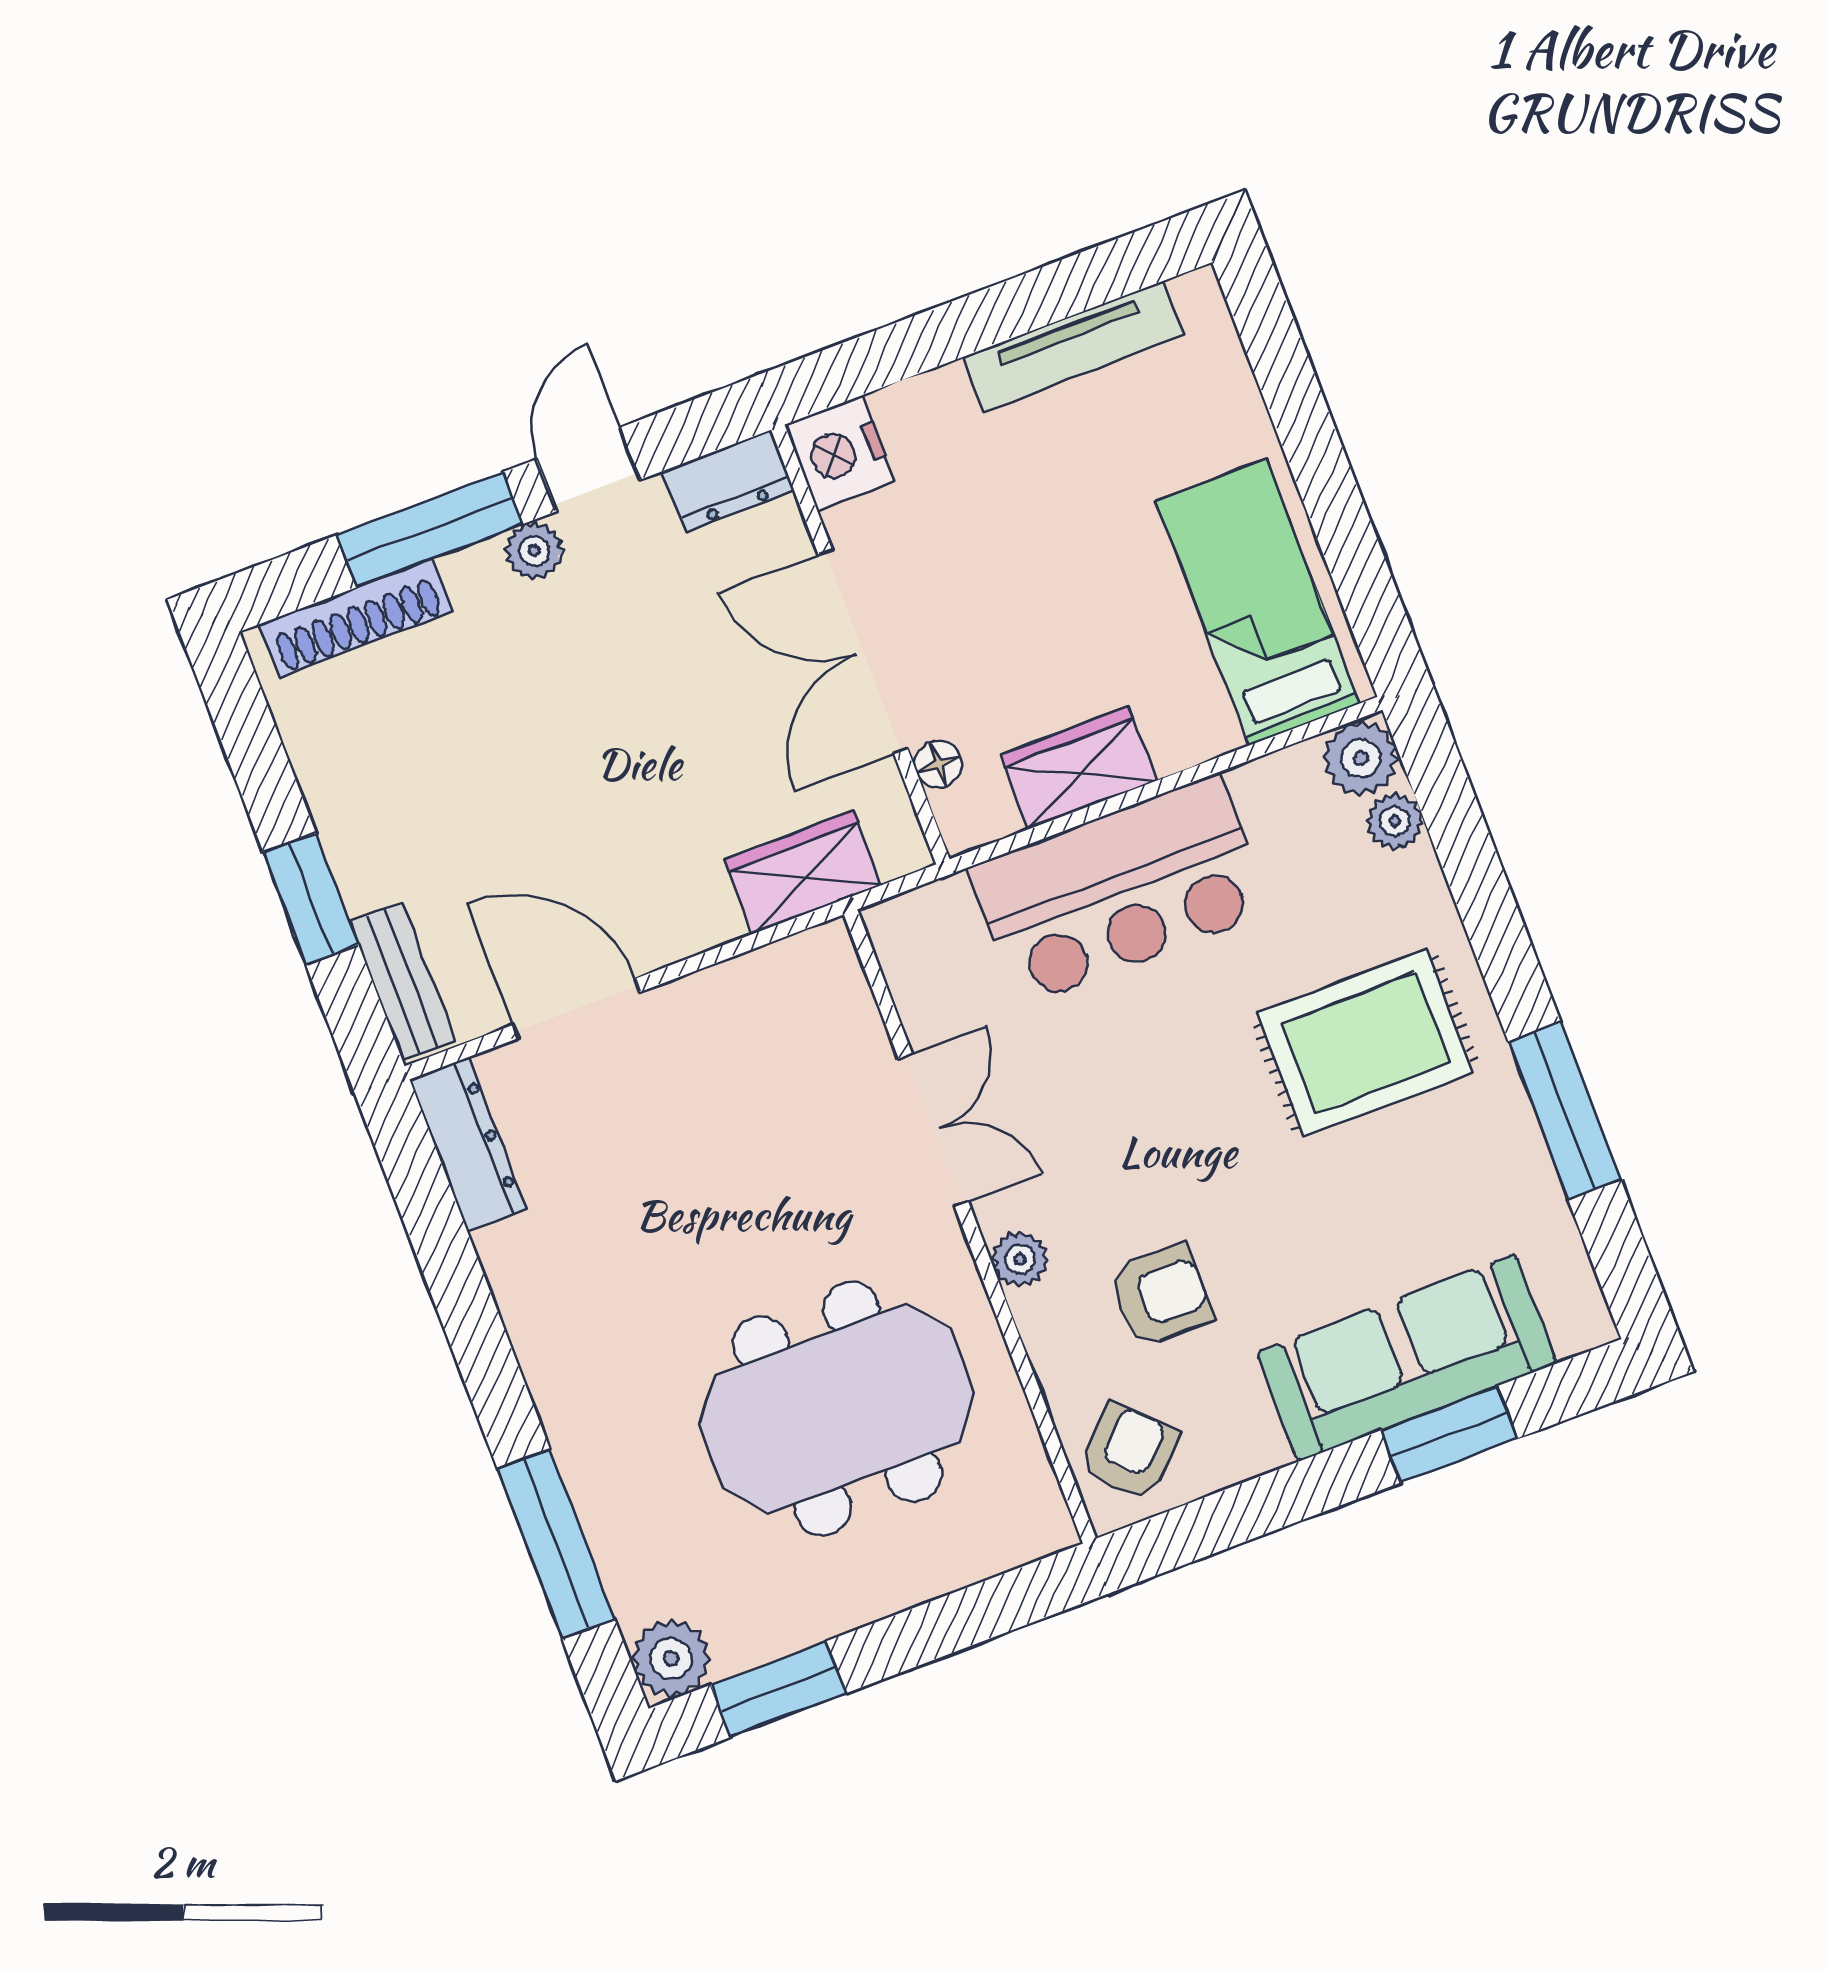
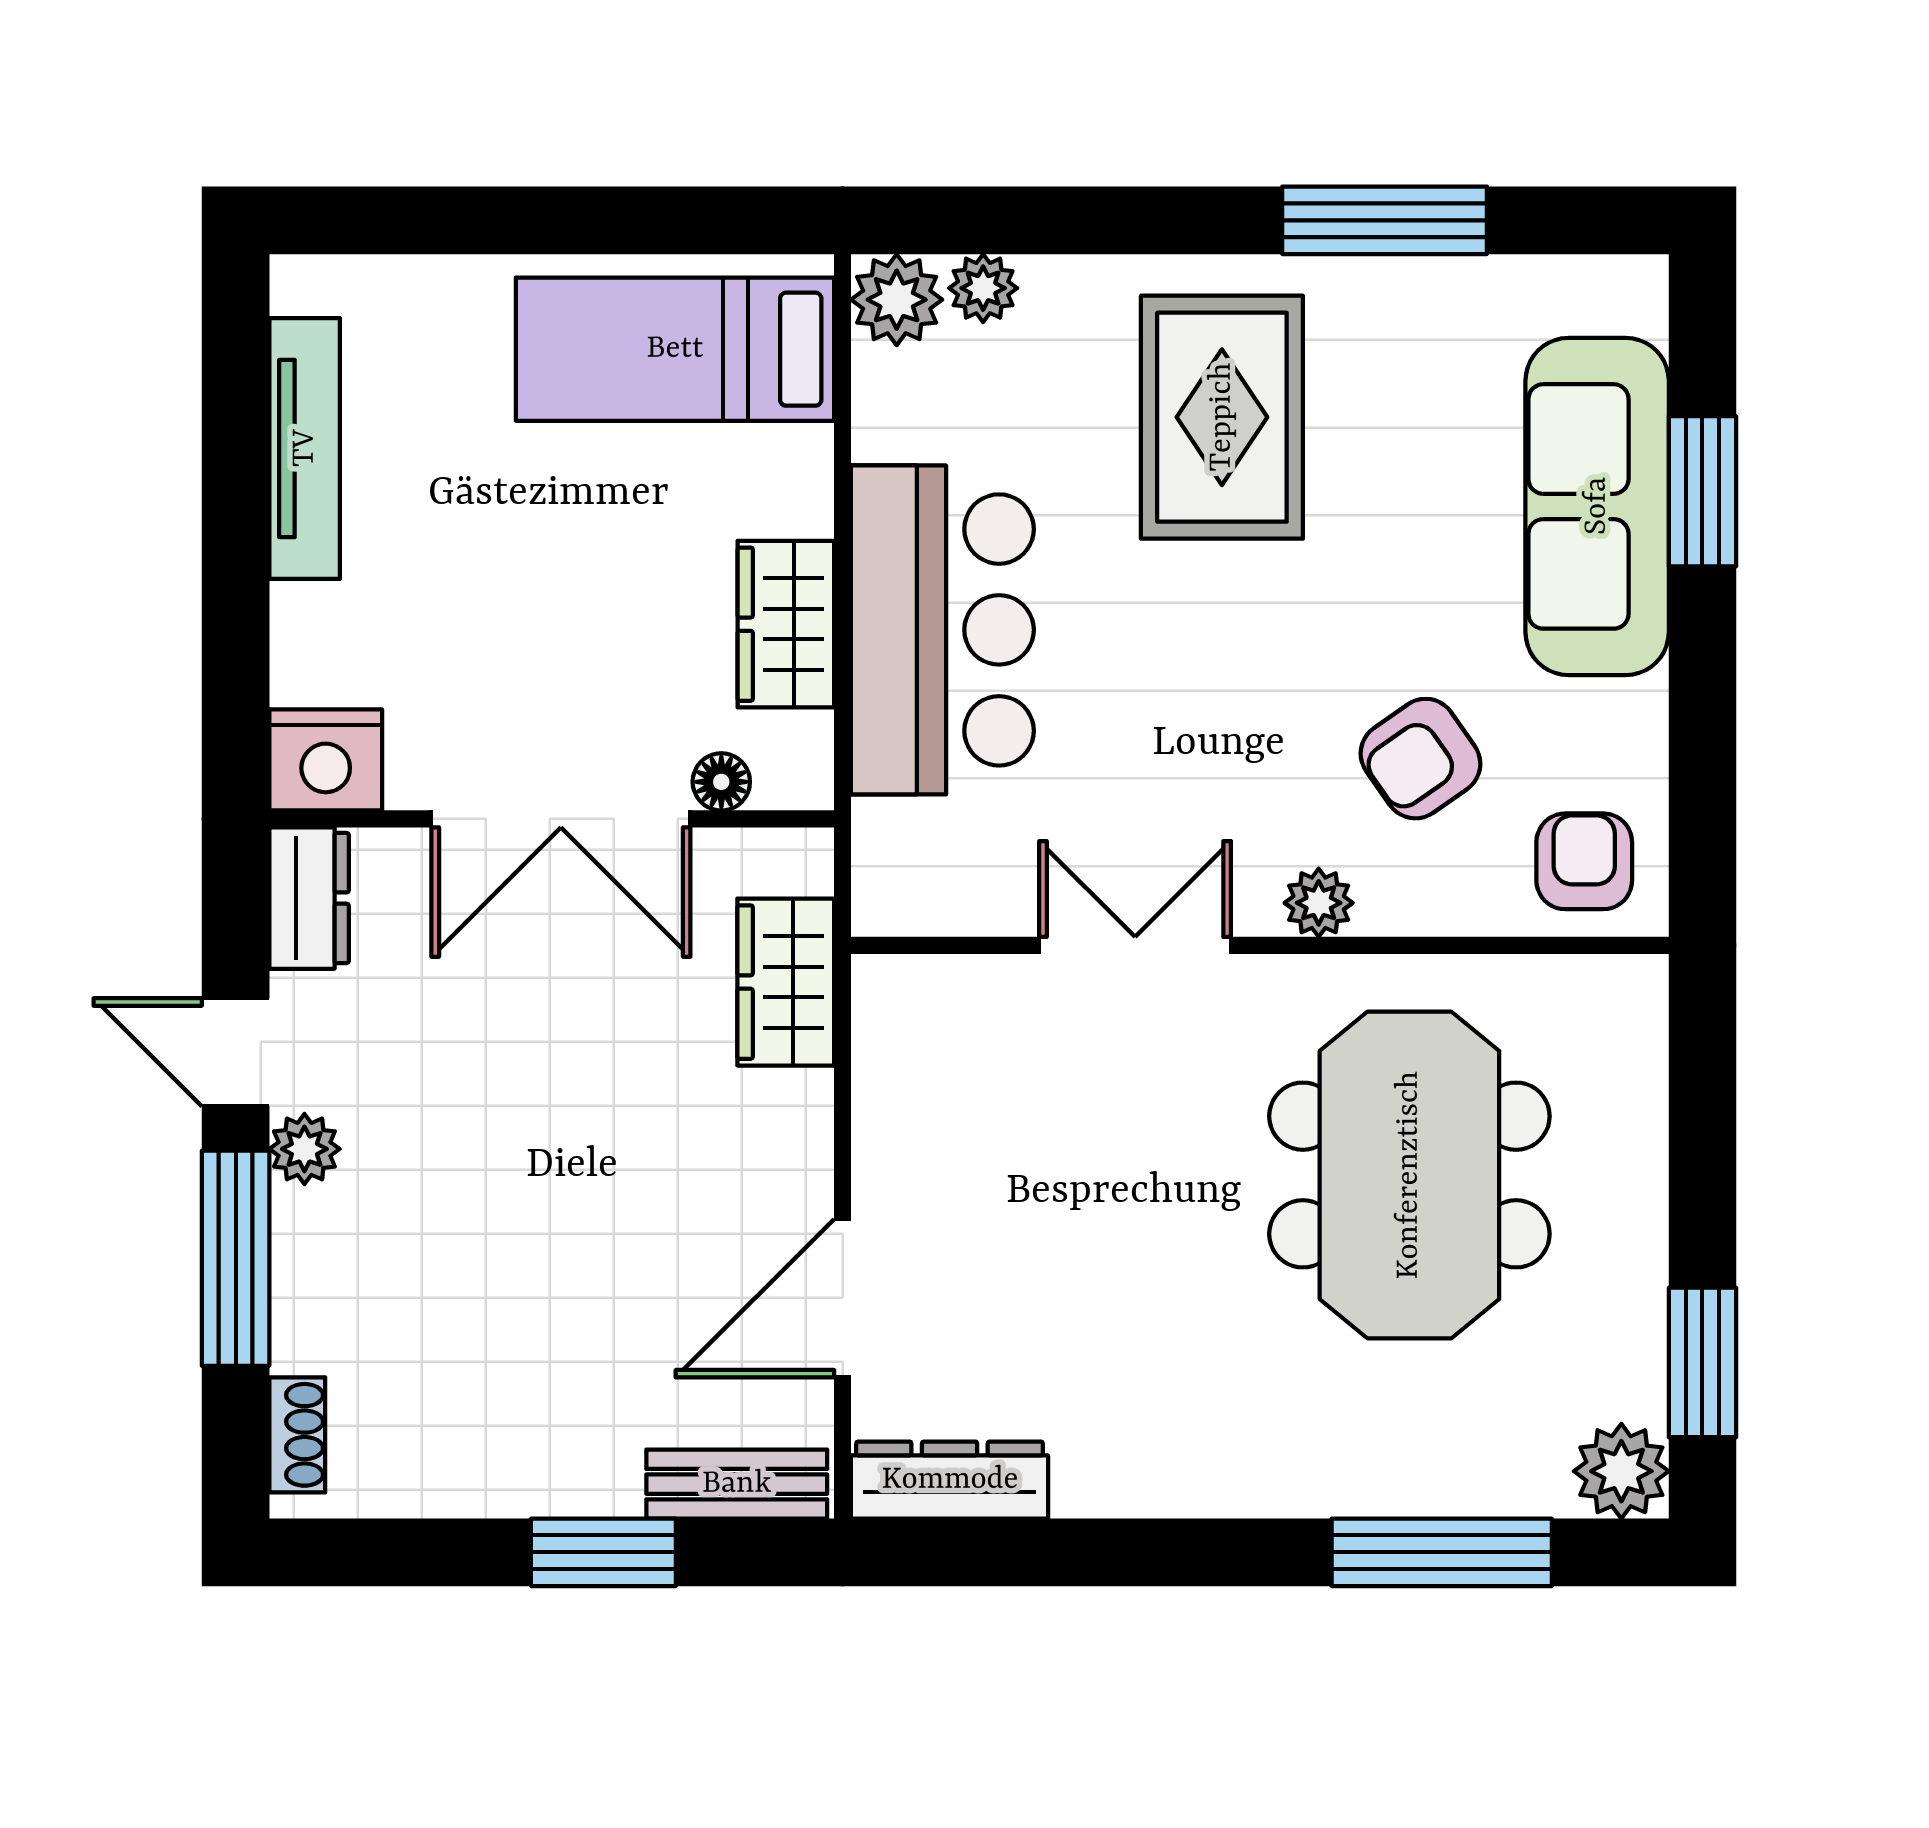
shoe rack: (356, 618) -> (297, 1435), width x0.51, depth x0.81
armchair: (1161, 1295) -> (1420, 759), turned -125
armchair: (1130, 1452) -> (1584, 861), turned 45

